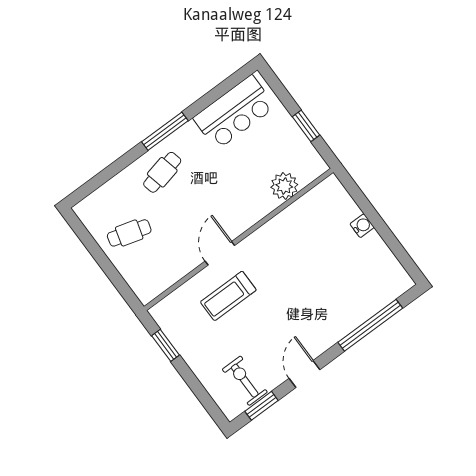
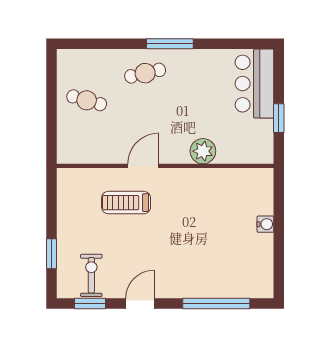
bar counter: (234, 112) -> (254, 84), moved, turned 90
plant: (284, 186) -> (203, 151), moved
window: (166, 345) -> (51, 254), moved

